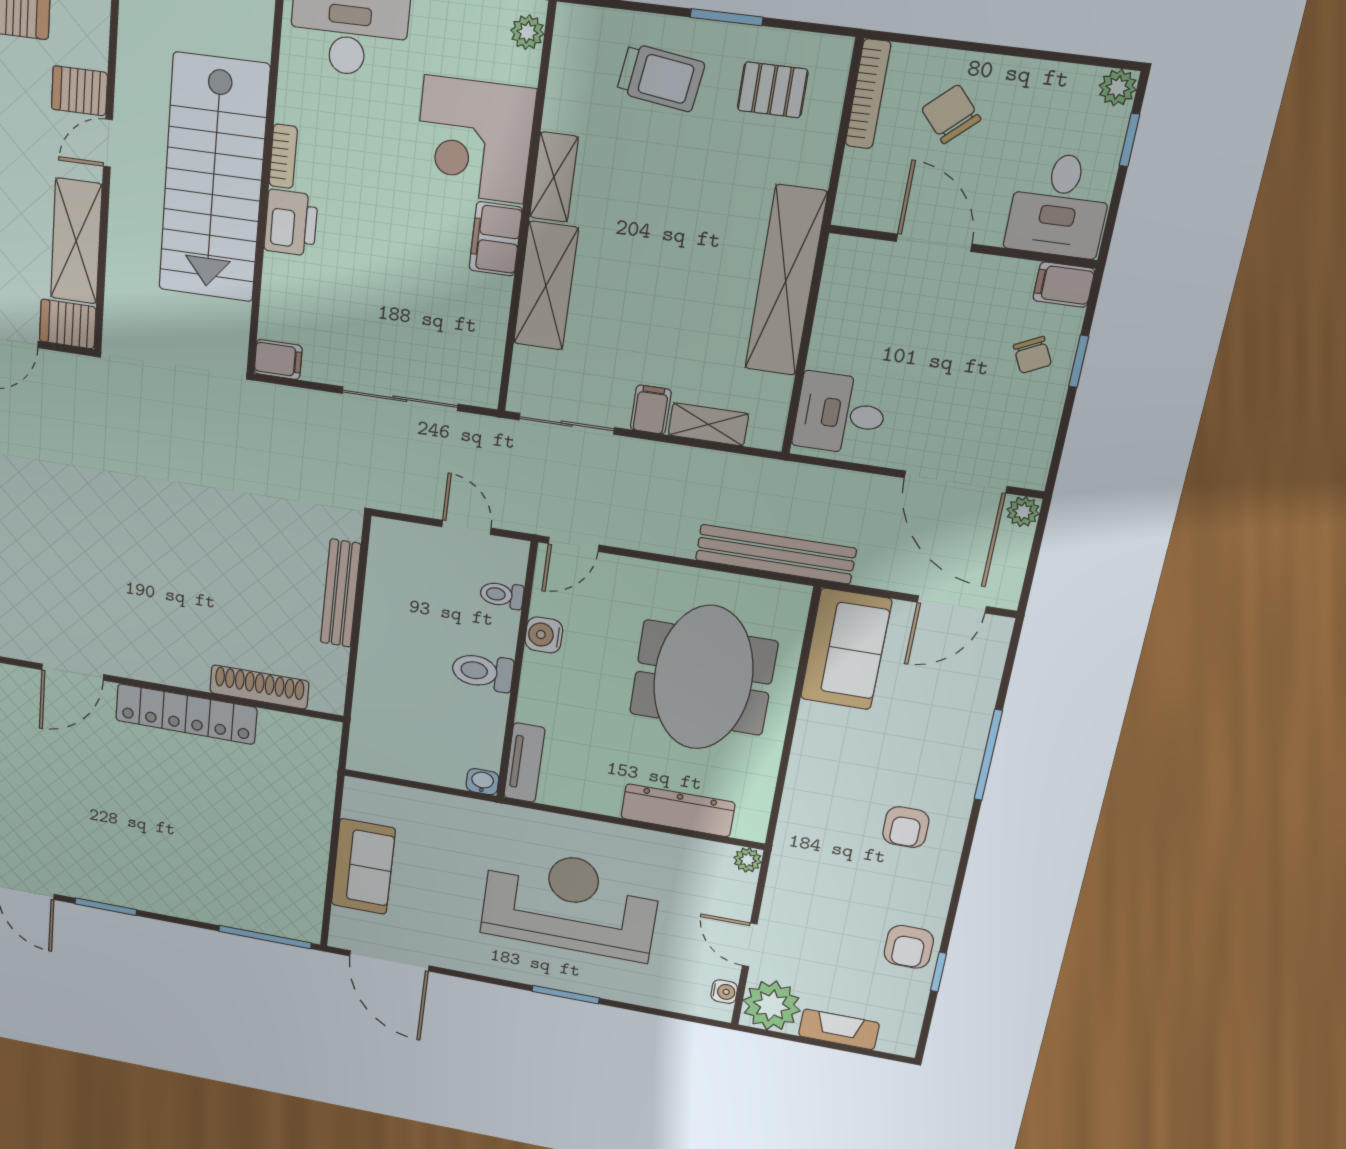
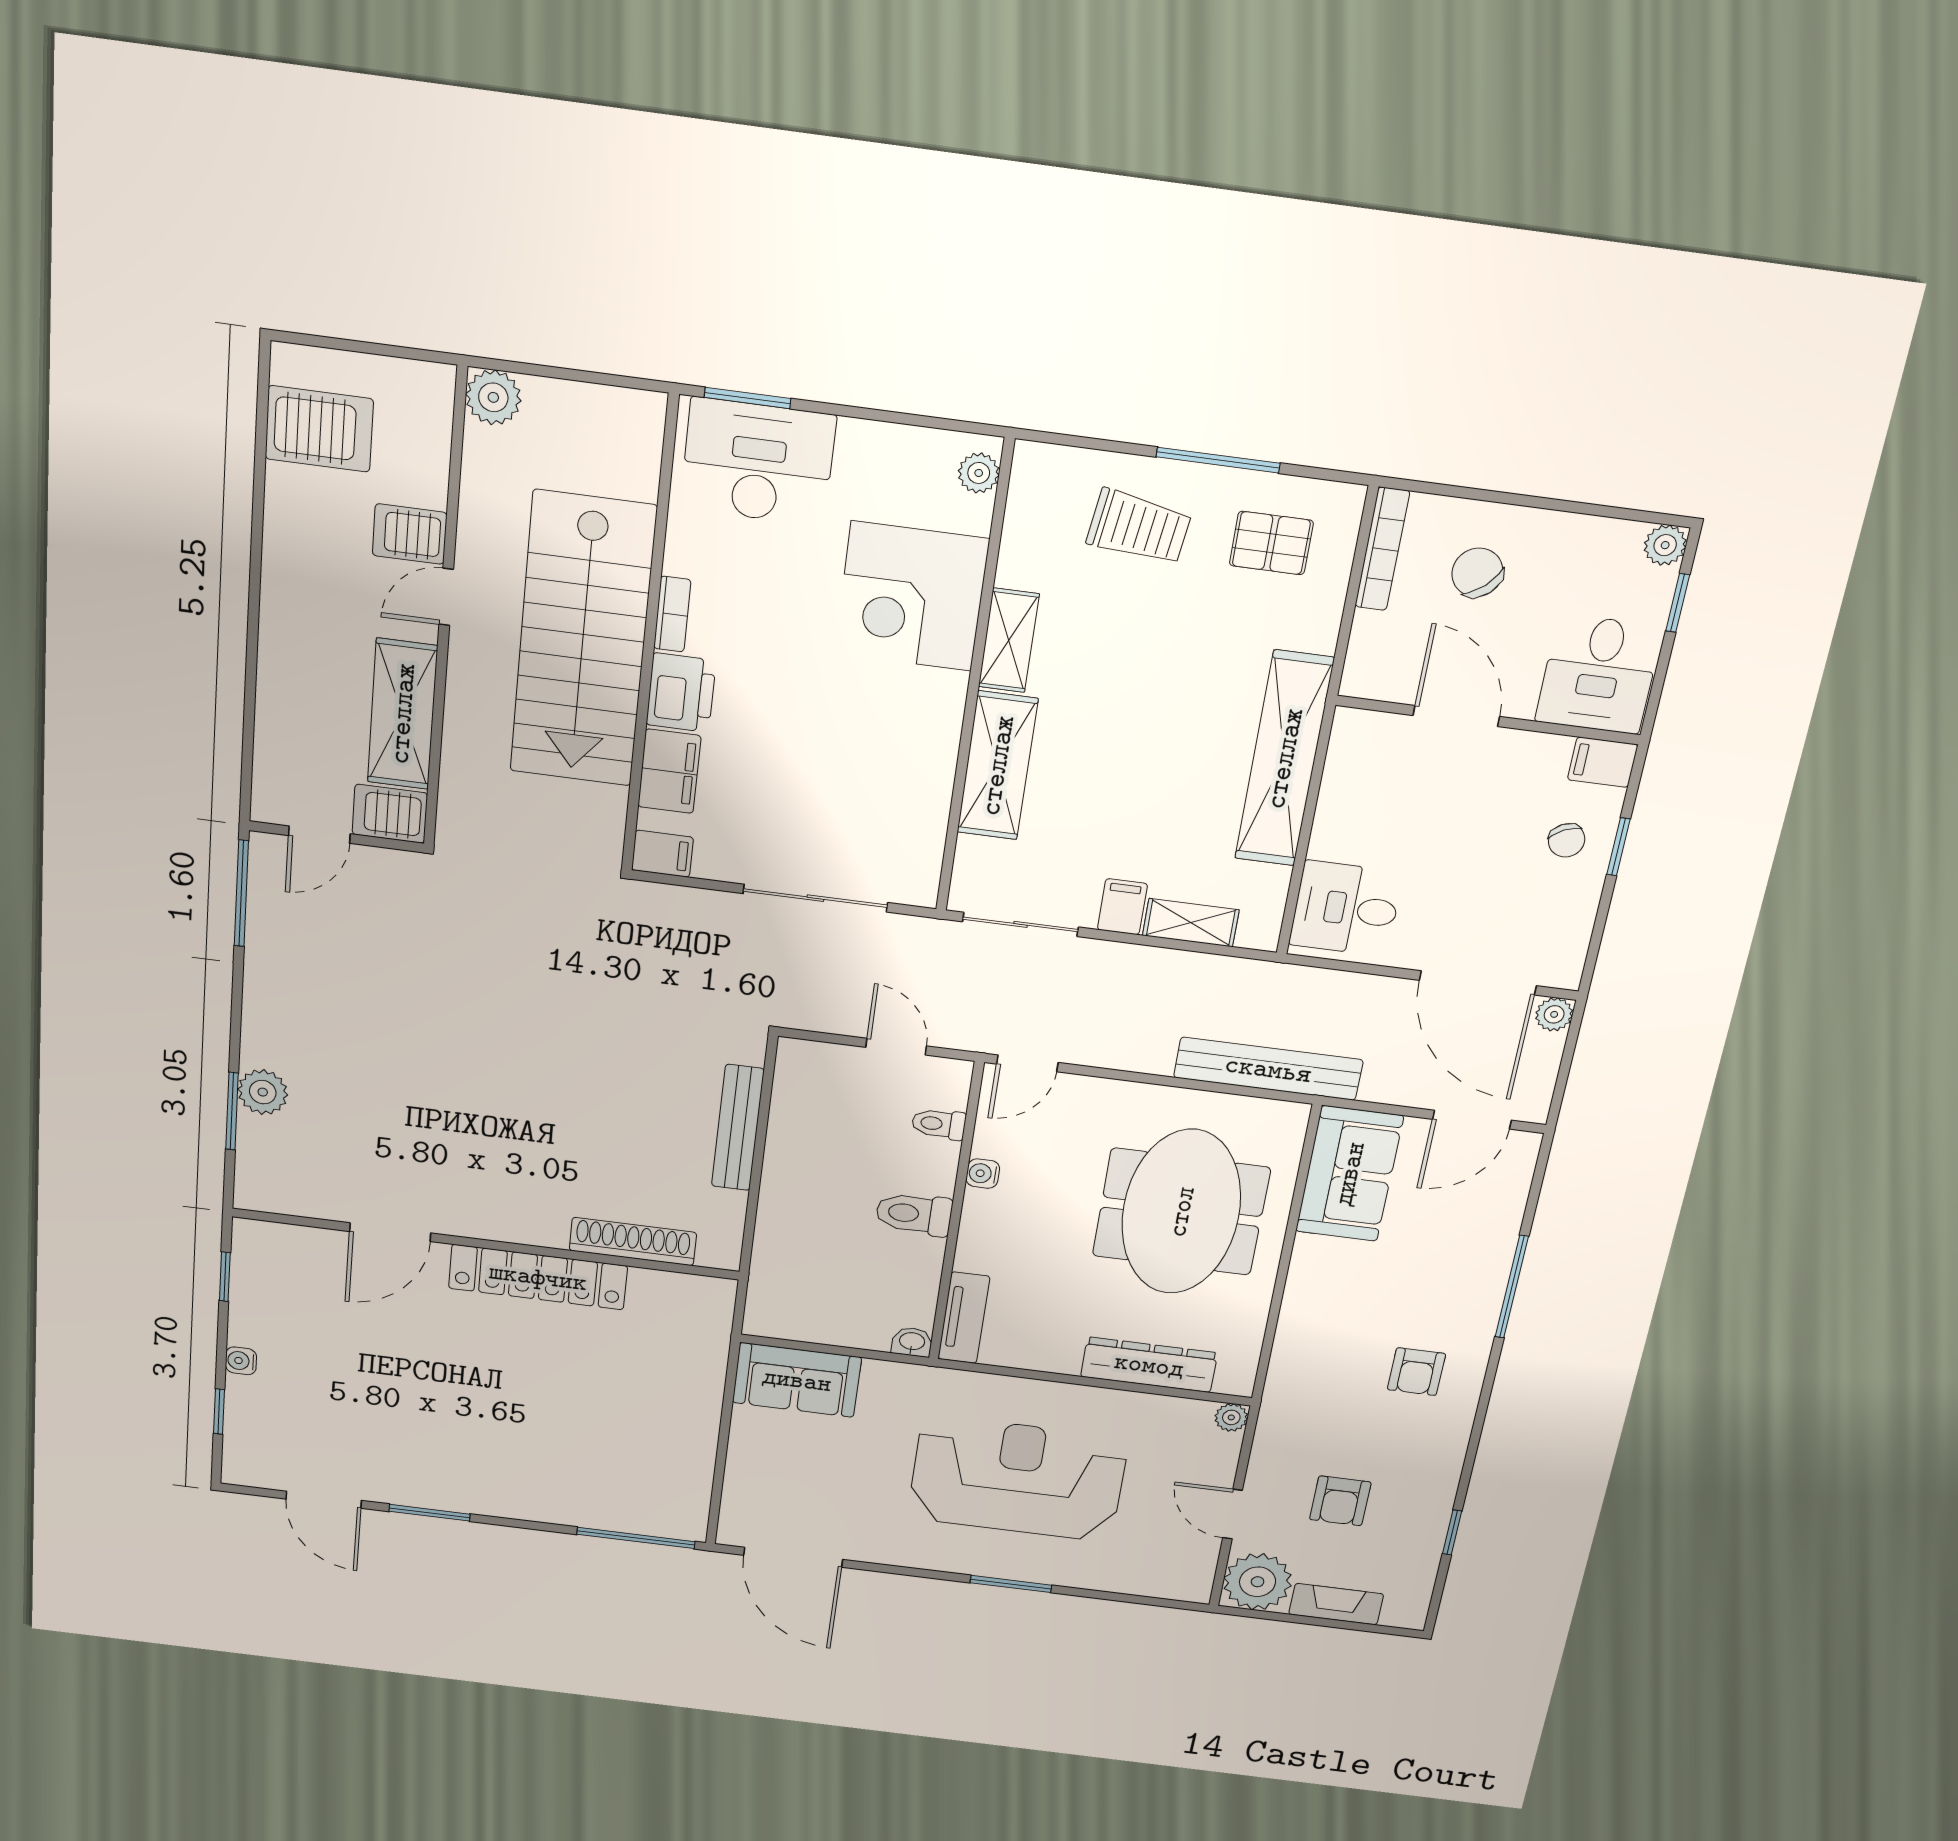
window: (727, 17) -> (1218, 460), width x1.44
filing cabinet: (496, 239) -> (669, 771), moved, turned 180
water cooler: (544, 635) -> (983, 1174), width x0.72, depth x0.72
sofa: (363, 867) -> (797, 1380), moved, turned 90
armchair: (909, 947) -> (1340, 1501), moved
water cooler: (724, 992) -> (1202, 1569), removed

